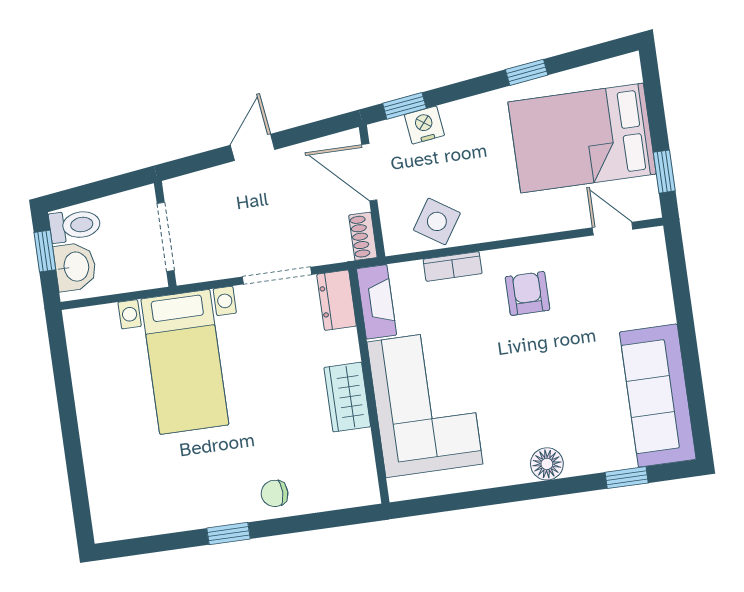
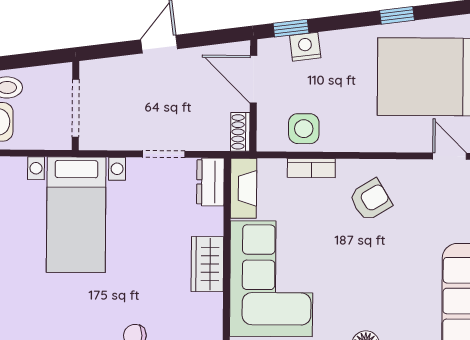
side table: (437, 221) -> (304, 129), turned -33
doorway: (277, 276) -> (164, 154), width x0.73
armchair: (528, 293) -> (371, 200), turned 59

